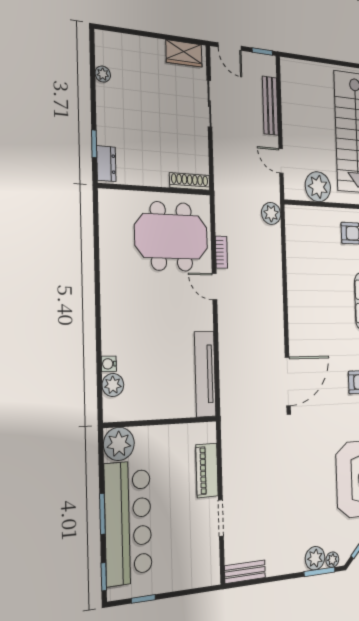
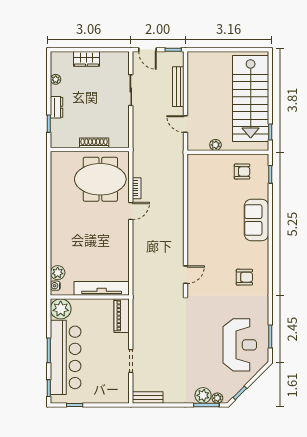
wardrobe: (184, 53) -> (86, 59), moved
dresser: (106, 164) -> (57, 107), moved
shoe rack: (190, 181) -> (94, 143), moved
plant: (318, 187) -> (215, 145), width x0.53, depth x0.53
plant: (271, 213) -> (176, 161), removed
door: (214, 287) -> (131, 211), swing flipped
water cooler: (109, 364) -> (55, 286), moved
tv unit: (205, 374) -> (102, 288), moved, turned 90
door: (288, 381) -> (185, 275), width x0.53
piano: (207, 470) -> (122, 316), moved

